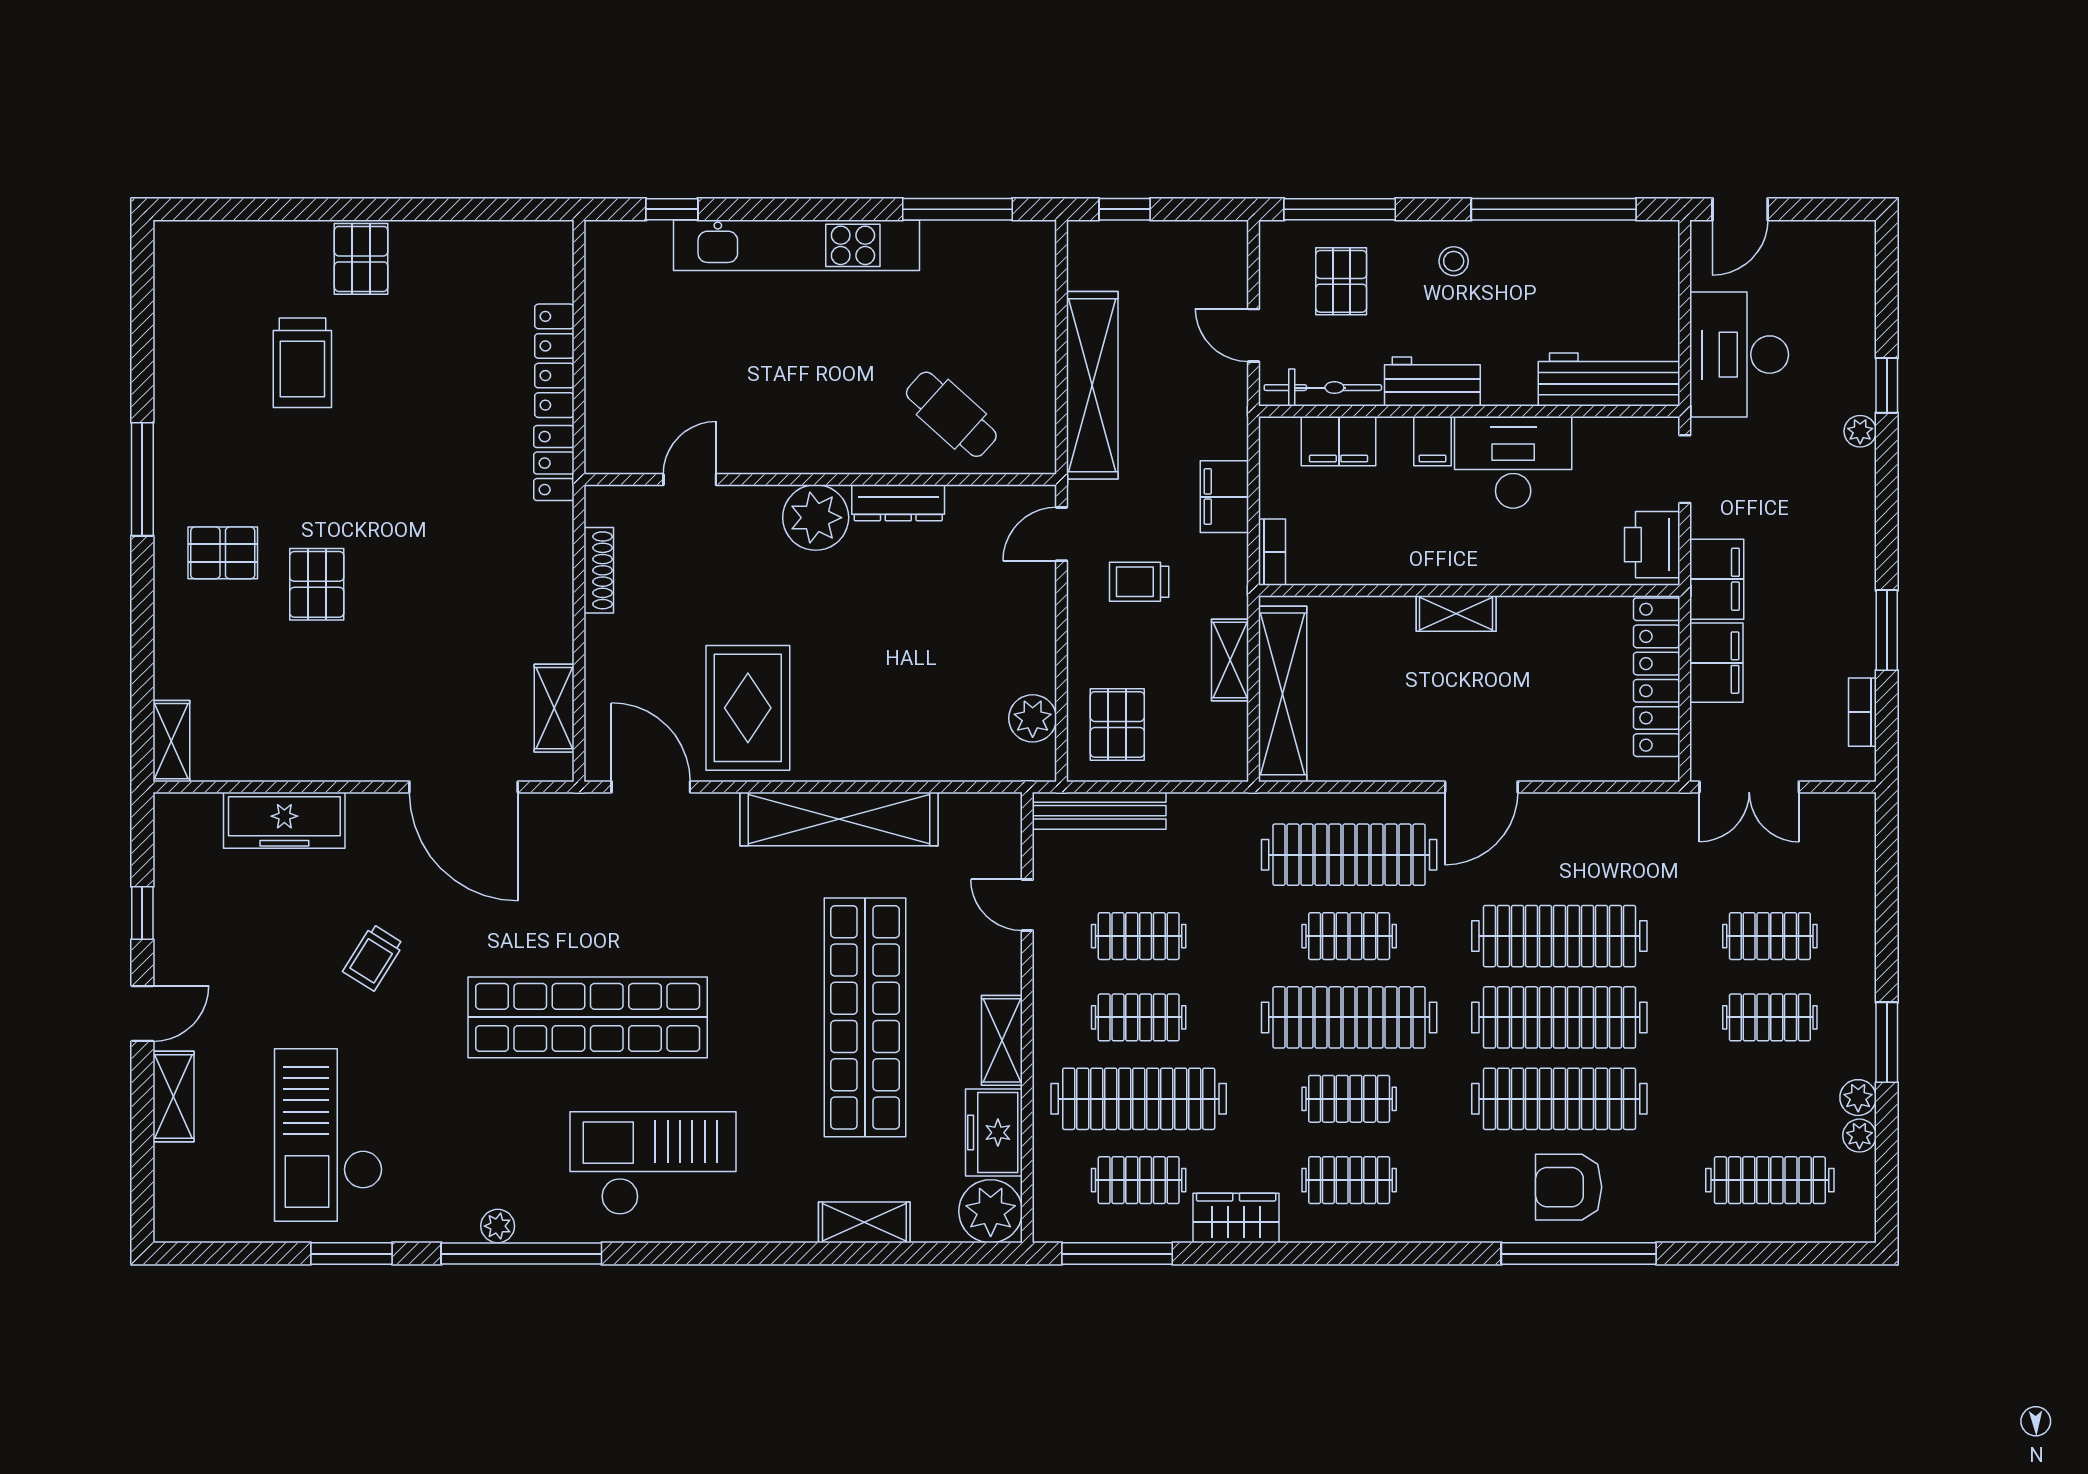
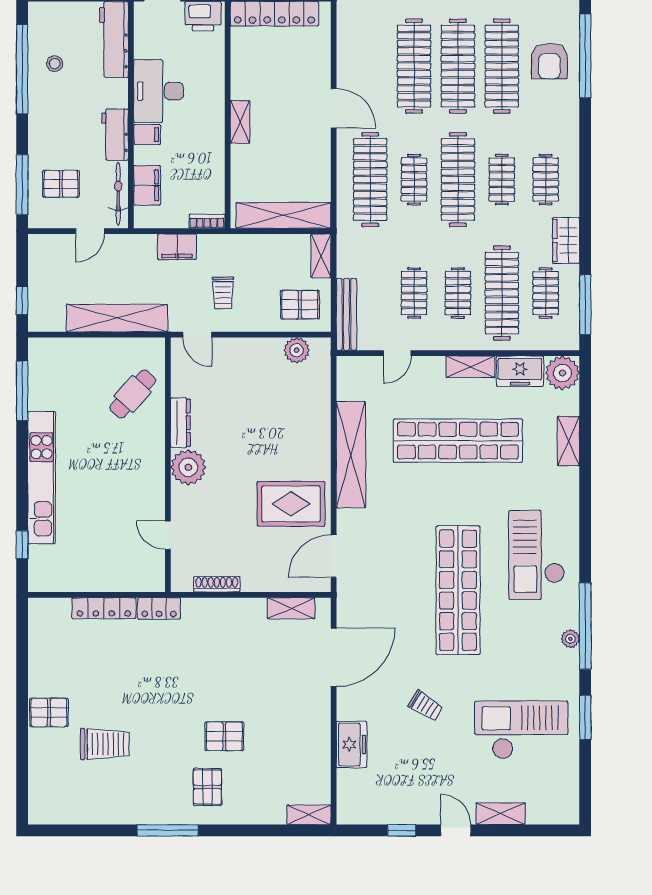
stool: (1454, 261) -> (55, 64), moved
shelving: (1230, 660) -> (321, 256), moved, turned 90
freezer: (284, 820) -> (352, 744), width x0.71
checkout: (329, 1135) -> (521, 730), turned 180

